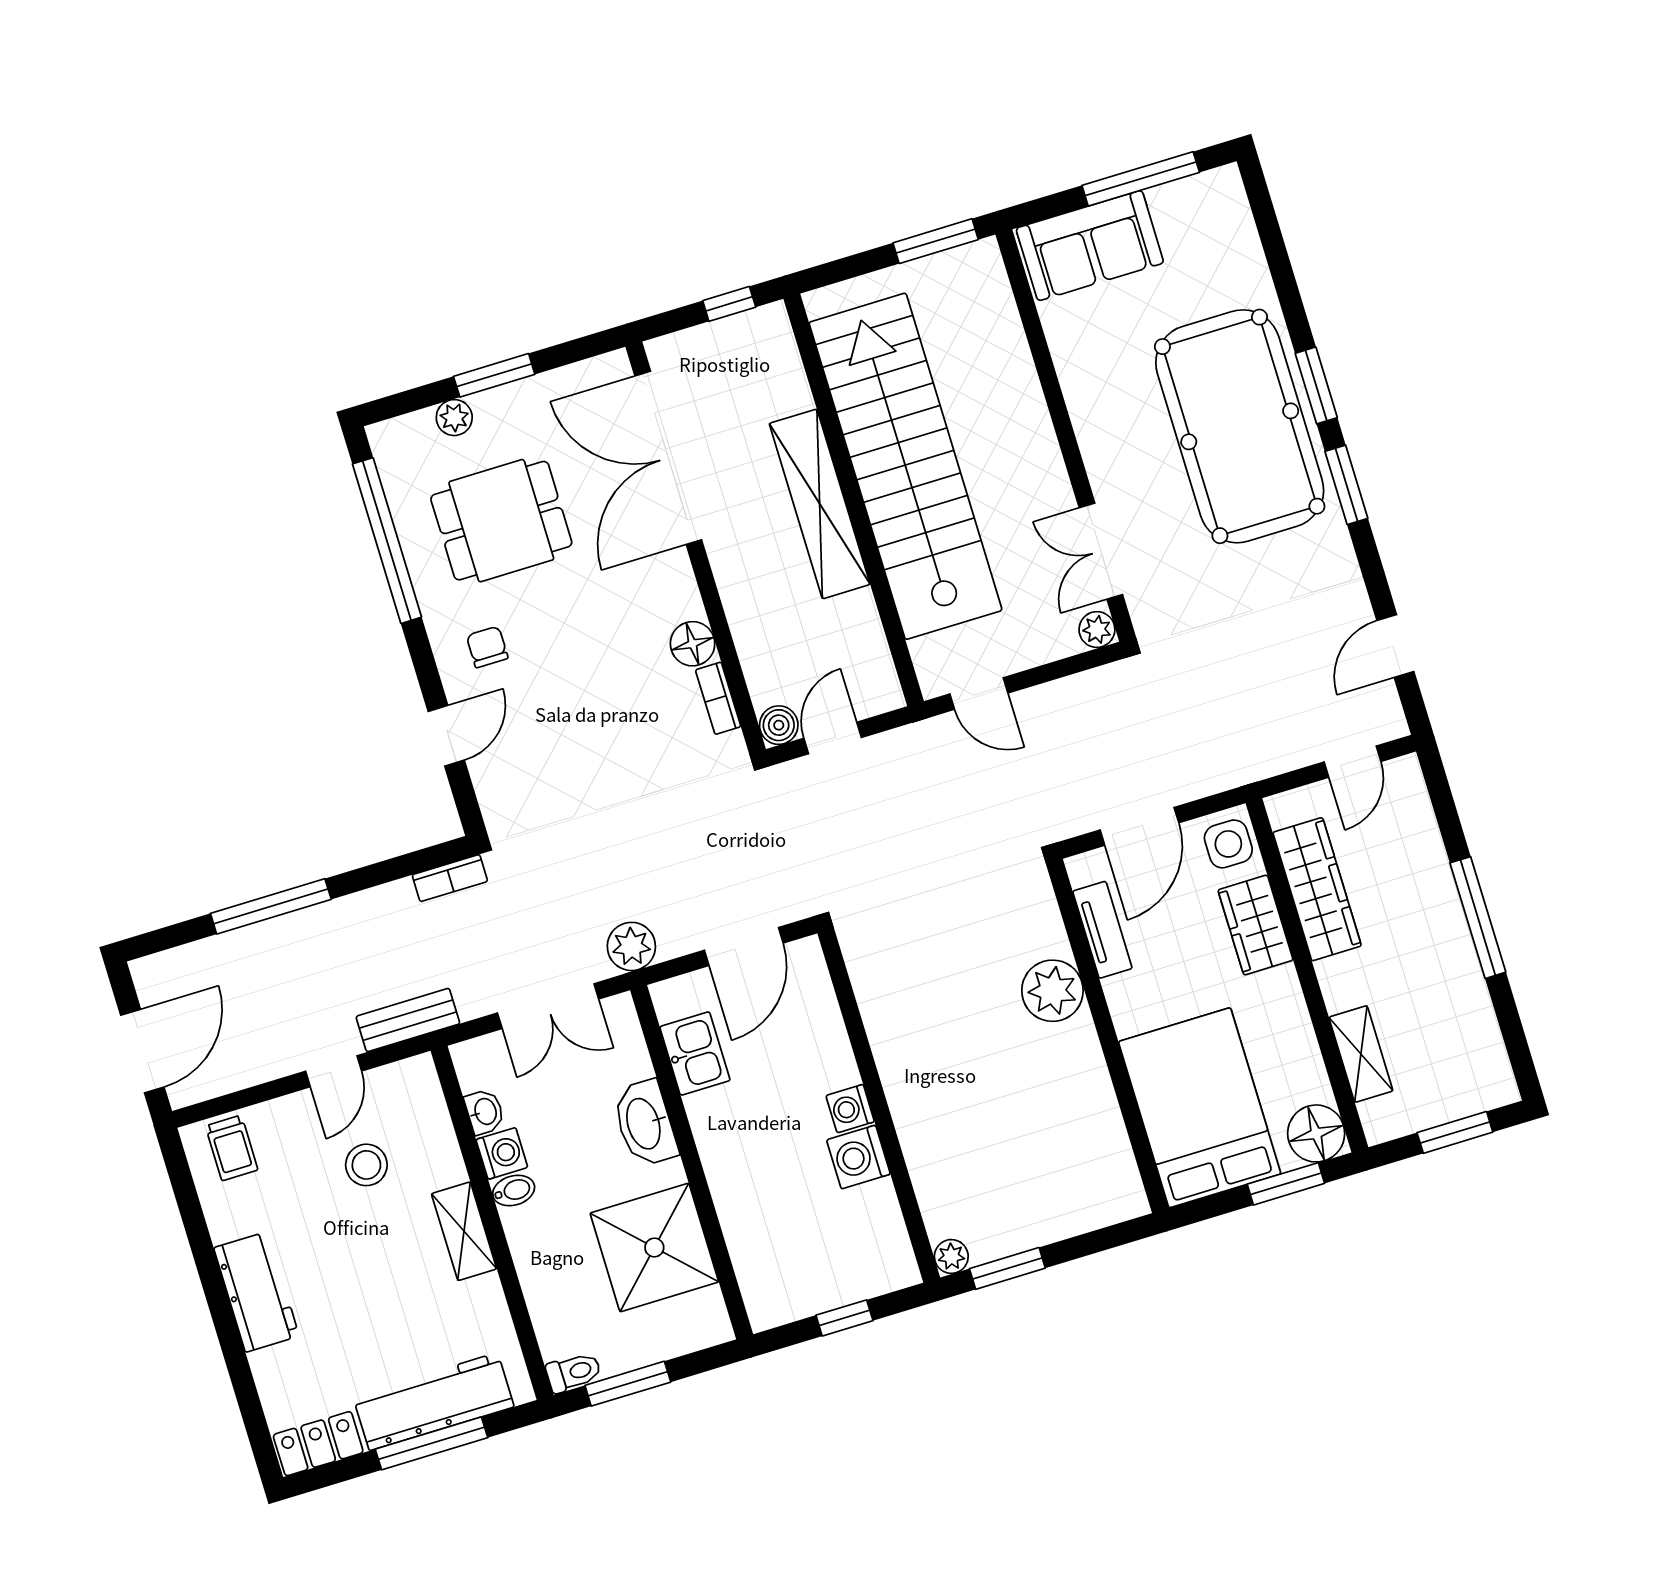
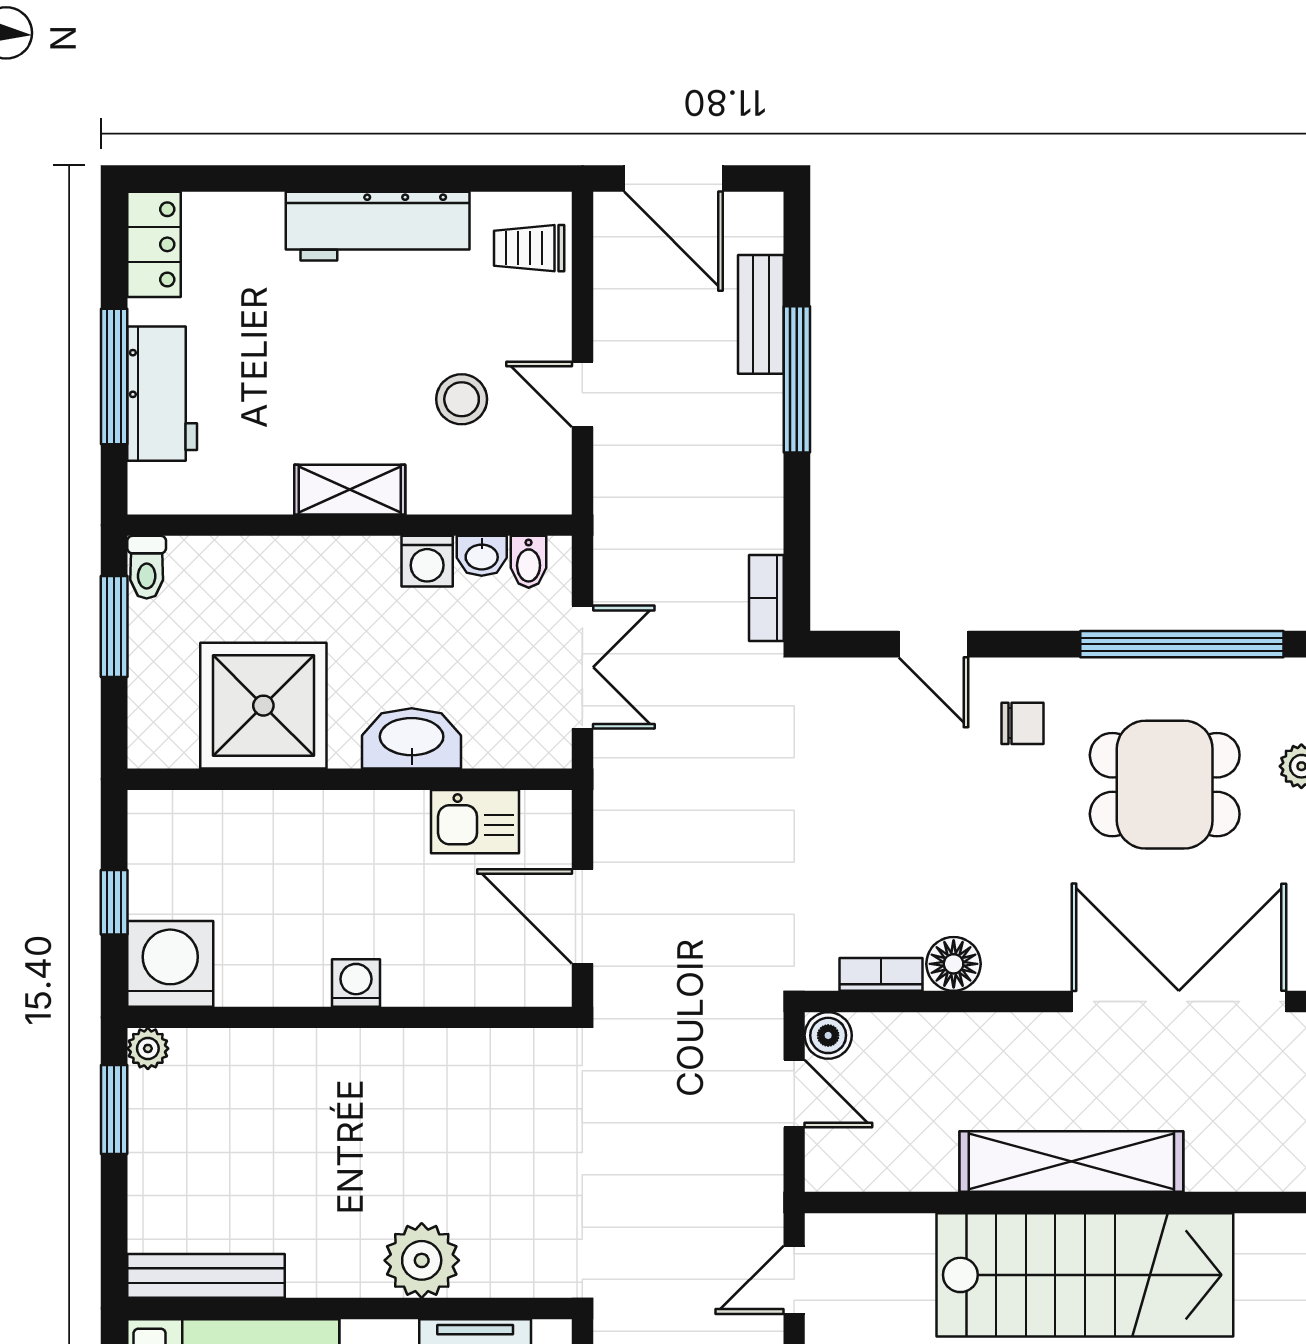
stairs: (906, 466) -> (1085, 1275), width x0.73
dining table: (501, 521) -> (1165, 785), turned 90
plant: (631, 946) -> (622, 785), removed
double door: (548, 1006) -> (582, 667), swing flipped
bench: (408, 1020) -> (761, 314), moved
washing machine: (858, 1157) -> (170, 964), moved, width x1.37, depth x1.37
bench: (1116, 1157) -> (206, 1276), added
bidet: (514, 1190) -> (529, 562), moved
workbench: (256, 1292) -> (378, 226), width x1.37
workbench: (434, 1402) -> (162, 394), width x0.73

